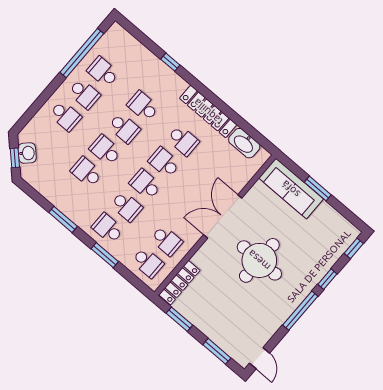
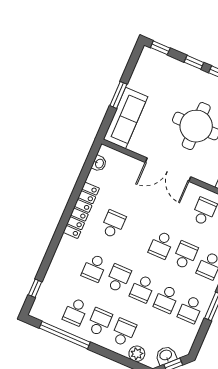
window: (170, 62) -> (35, 288), moved
plant: (38, 123) -> (137, 354), added
washbasin: (244, 143) -> (99, 163), width x0.52, depth x0.69
school desk: (164, 162) -> (190, 309), moved

